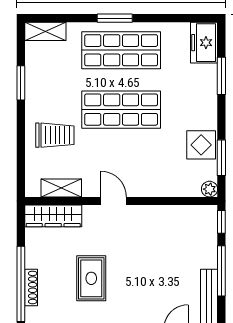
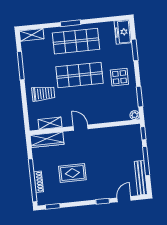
window: (21, 83) -> (21, 66), width x1.44
display table: (201, 145) -> (119, 77), moved
rug: (91, 278) -> (72, 173), turned 90

